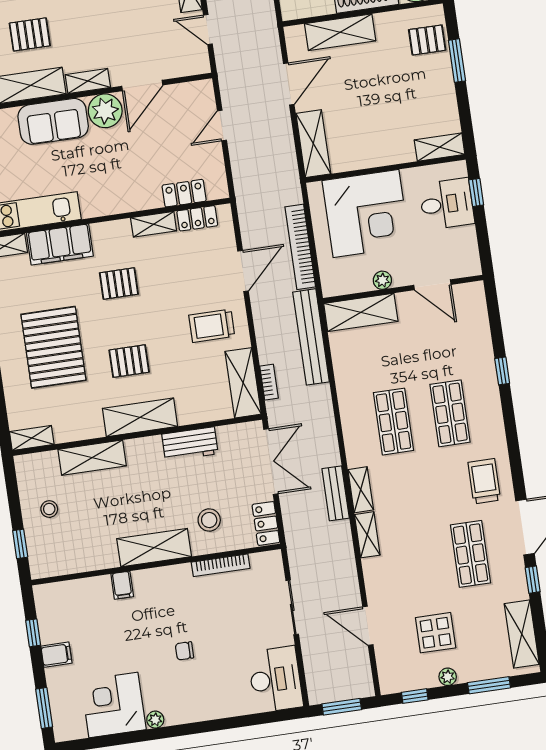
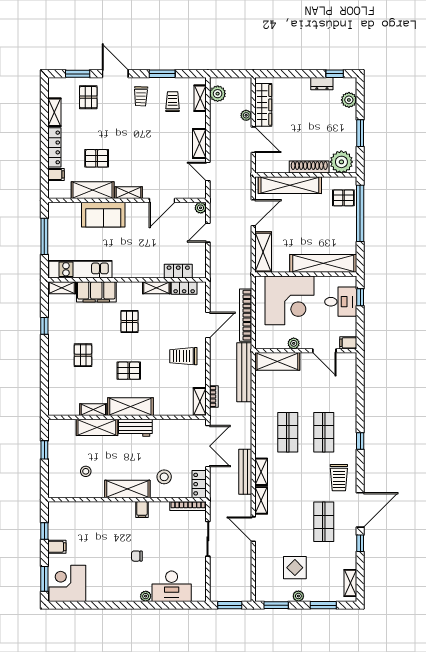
shelving: (340, 32) -> (290, 185), width x1.47
window: (457, 61) -> (360, 213), width x2.11
plant: (105, 111) -> (201, 208), moved, width x0.53, depth x0.53
shelving: (440, 147) -> (323, 263), width x2.20, depth x1.33
filing cabinet: (468, 267) -> (348, 343), added
pallet: (119, 284) -> (129, 321), turned 90
pallet: (53, 347) -> (83, 355), width x0.49, depth x0.50
window: (502, 371) -> (360, 441), moved
shelving: (243, 383) -> (200, 402), width x0.67, depth x0.75
shelving: (32, 438) -> (93, 410), moved
workbench: (190, 444) -> (135, 428), moved
trolley: (484, 481) -> (339, 478), turned 180
bench: (336, 493) -> (245, 472), width x1.36
stool: (49, 509) -> (86, 471), moved
window: (20, 544) -> (44, 450), moved
bookcase: (221, 565) -> (188, 506), moved
filing cabinet: (122, 585) -> (142, 509), moved
door: (368, 626) -> (253, 529), moved
shelving: (522, 634) -> (350, 583), width x0.67, depth x0.75
desk: (275, 679) -> (172, 586), moved, turned 90
window: (415, 696) -> (276, 605), width x1.50
corner desk: (113, 705) -> (67, 583), moved
plant: (155, 720) -> (146, 596), moved

